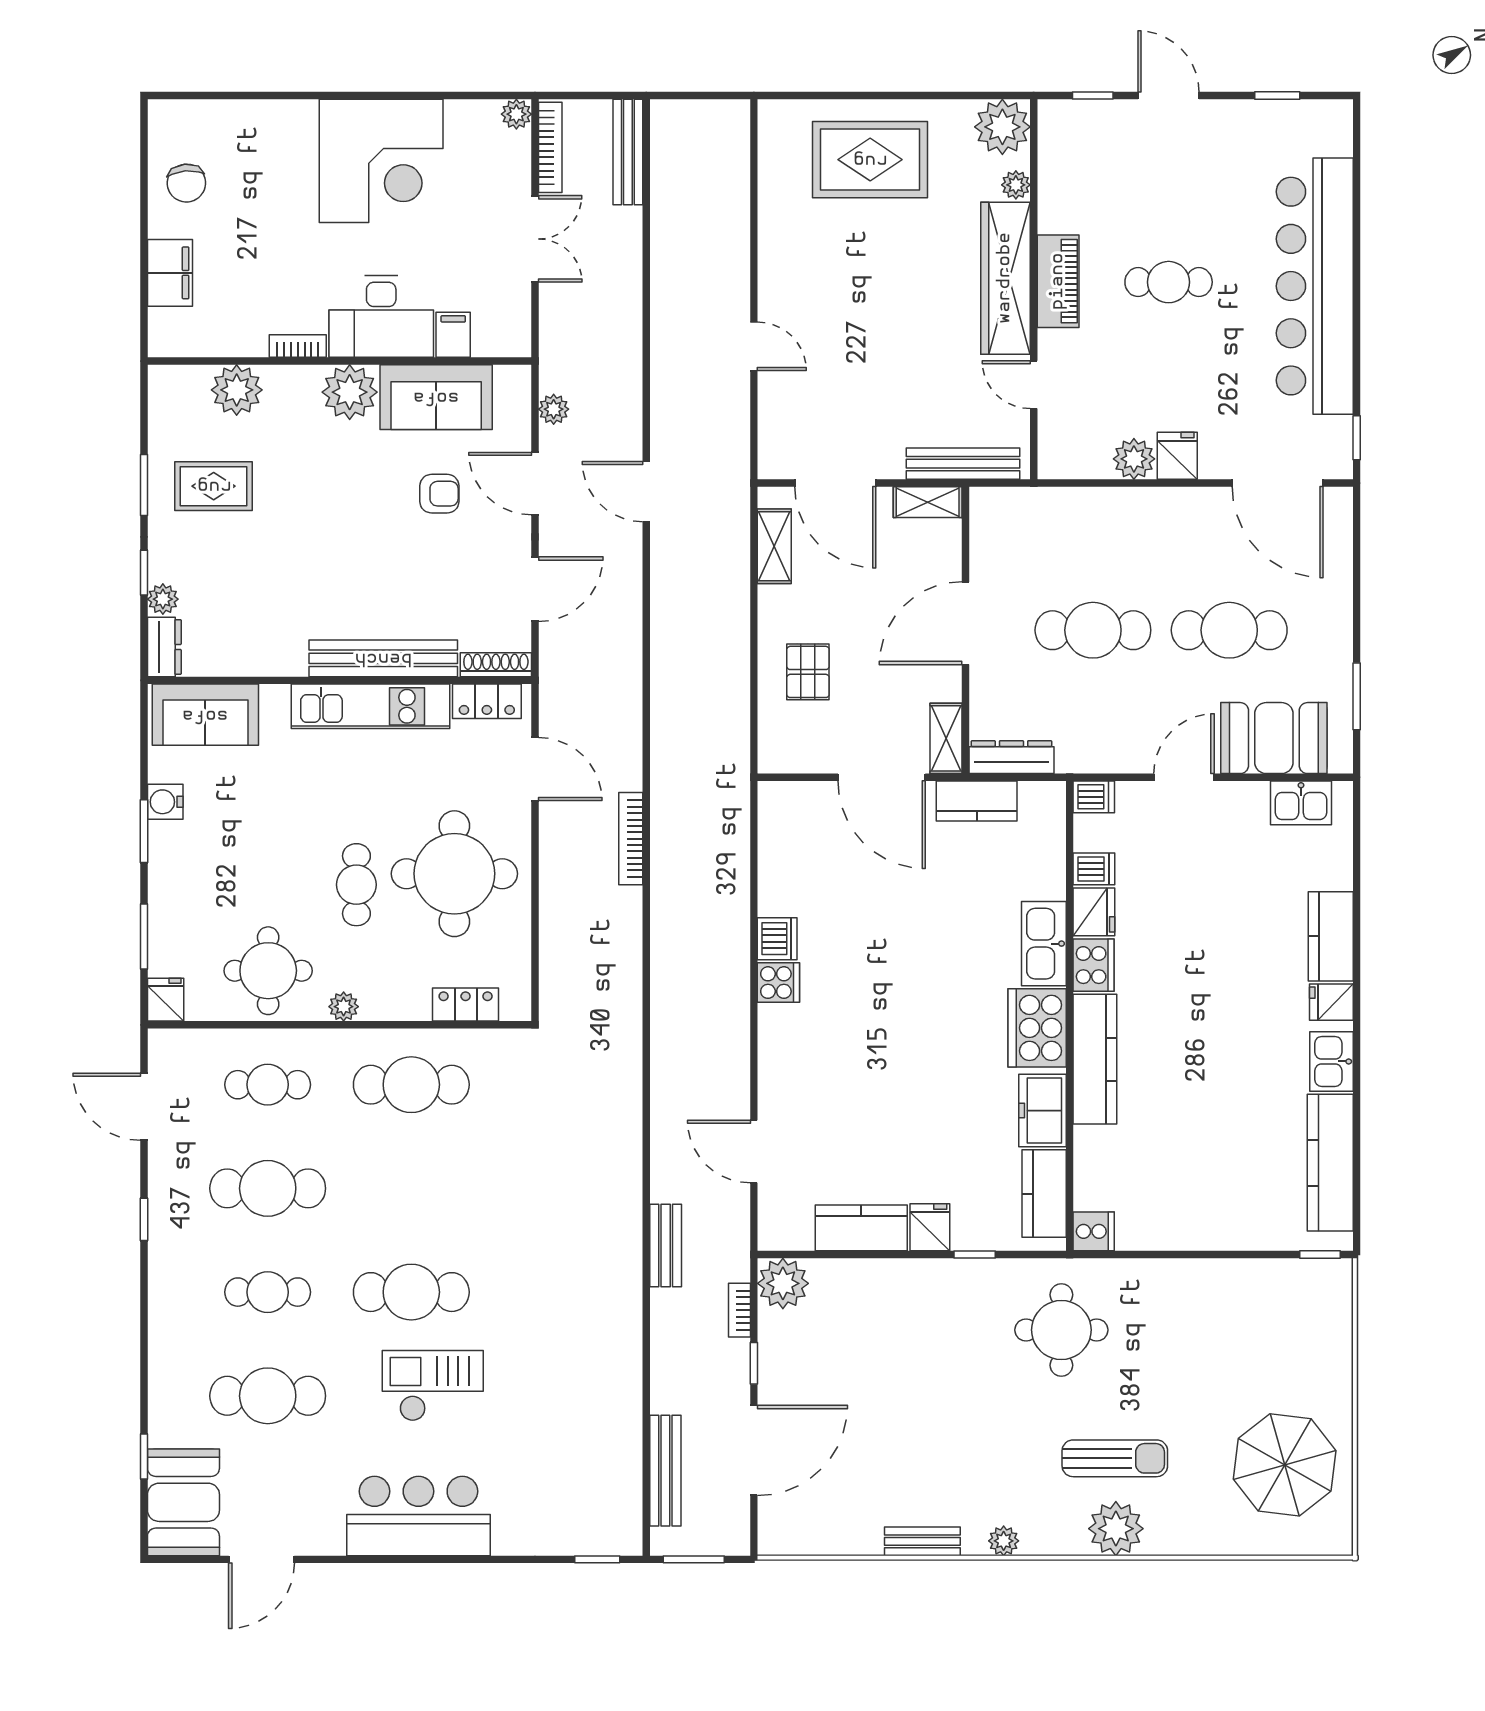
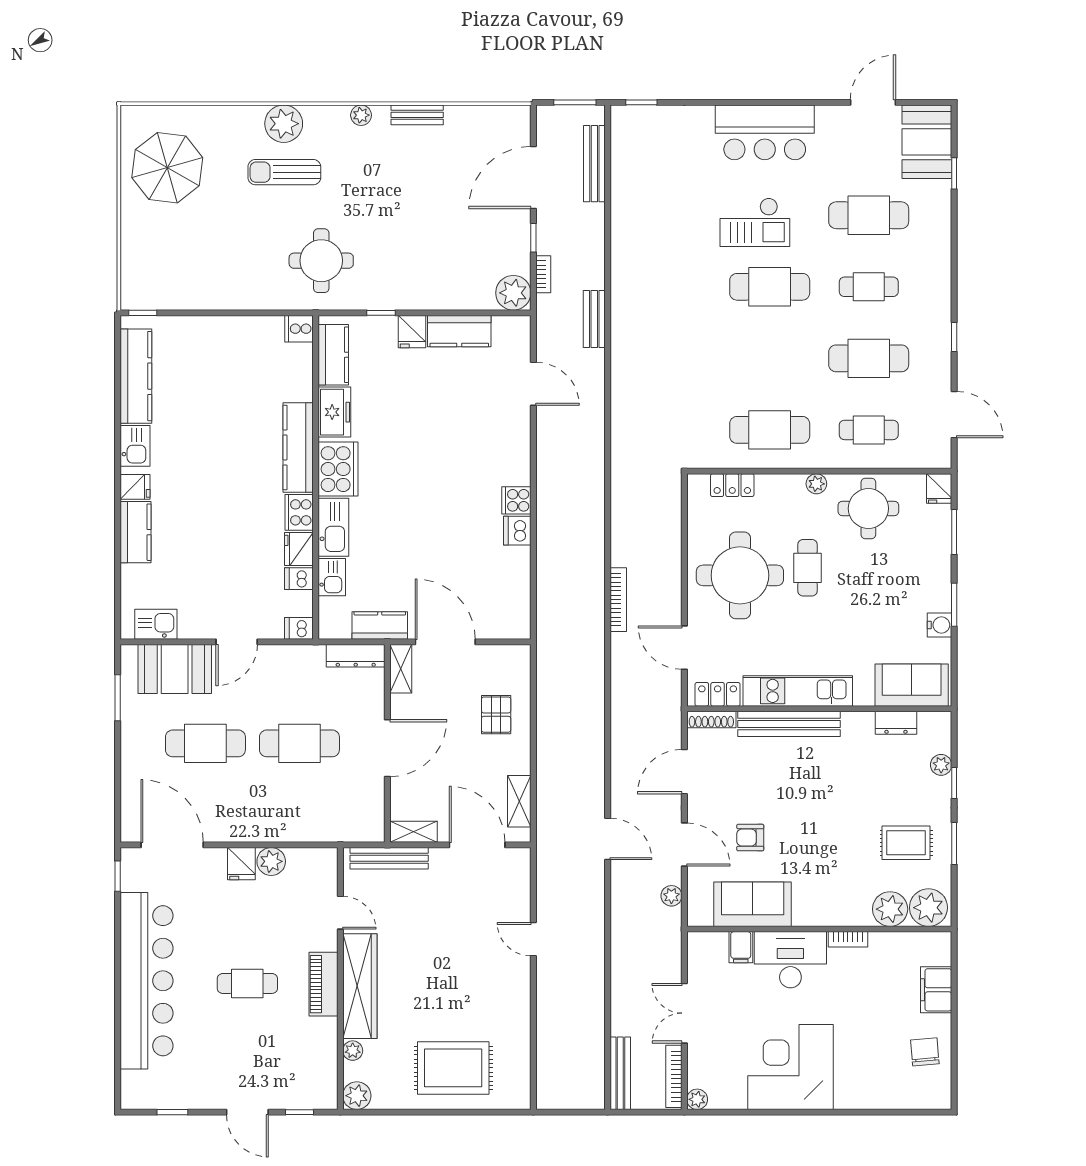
plant: (1002, 127) -> (357, 1096), width x0.73, depth x0.73
plant: (350, 392) -> (928, 908), moved
dresser: (164, 647) -> (896, 723), moved, turned -90
kitchen sink: (1046, 871) -> (332, 577), added

